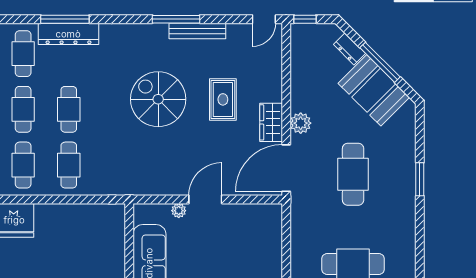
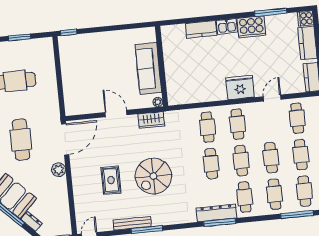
spiral stairs: (158, 99) -> (153, 176), turned 90
wardrobe: (271, 122) -> (151, 120), moved, turned 90
door: (205, 199) -> (116, 114), swing flipped
plant: (179, 211) -> (158, 102), moved

